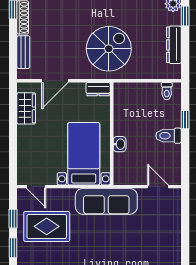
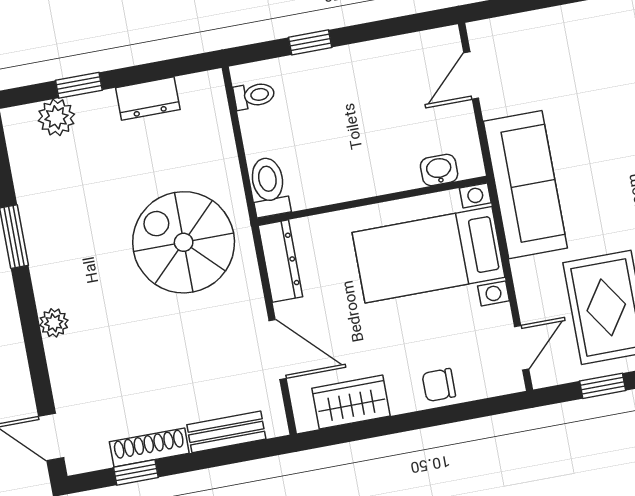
dresser: (174, 45) -> (148, 99), width x0.70
dresser: (98, 89) -> (280, 261), width x1.44
toilet: (169, 136) -> (269, 187), moved, turned 180
washbasin: (120, 144) -> (439, 170), moved
chair: (27, 148) -> (439, 385), added

